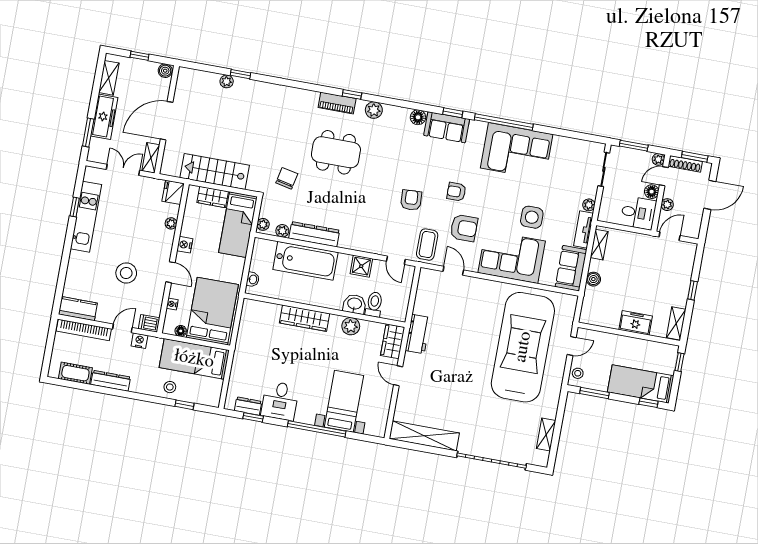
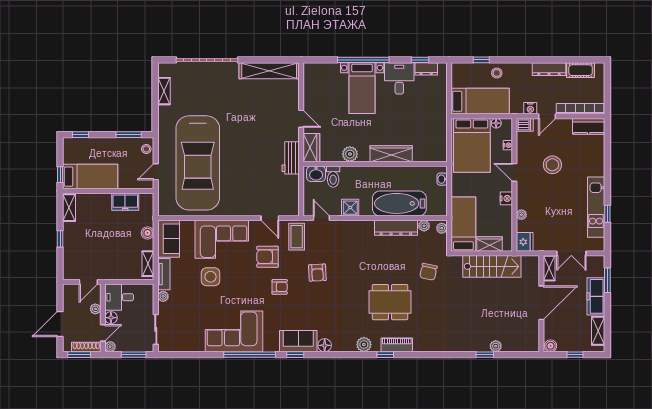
washbasin: (355, 304) -> (316, 174), moved
freezer: (636, 323) -> (125, 202), moved
bed: (641, 384) -> (90, 177), moved
bed with nightstands: (344, 401) -> (362, 88), moved

